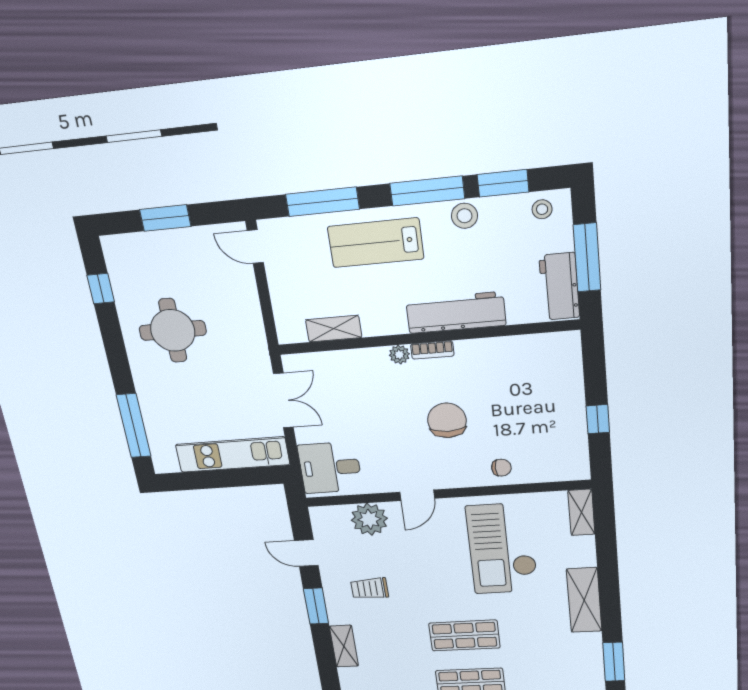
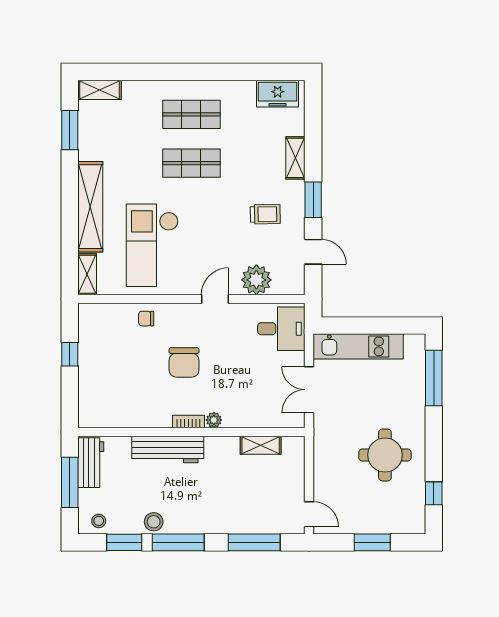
lab bench: (376, 243) -> (220, 508), removed
checkout: (502, 549) -> (152, 245), turned 180
shelving: (584, 600) -> (90, 207), width x1.47

